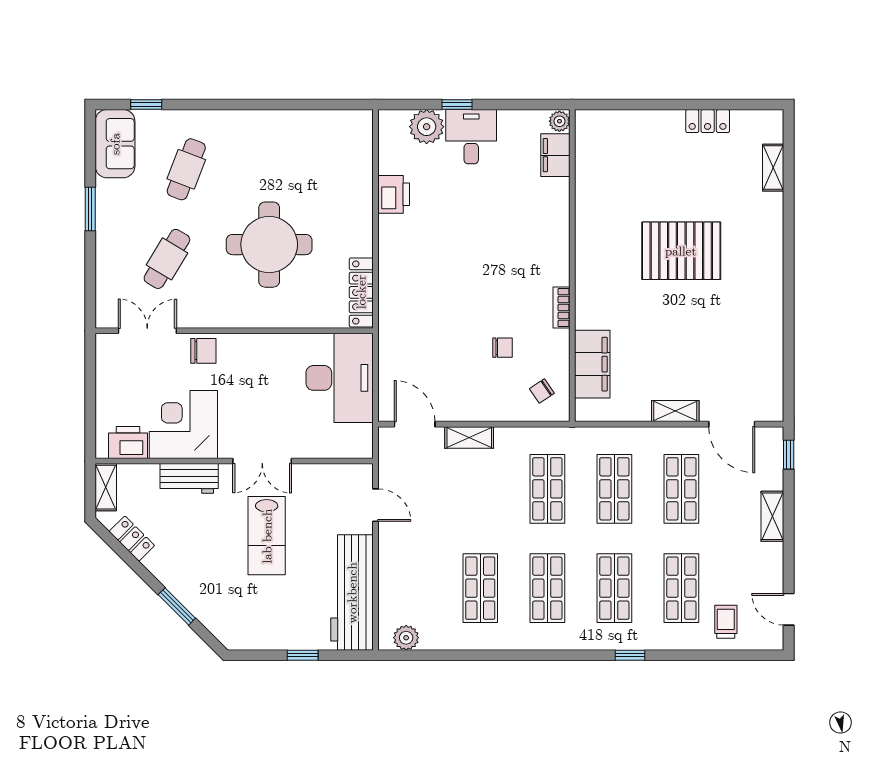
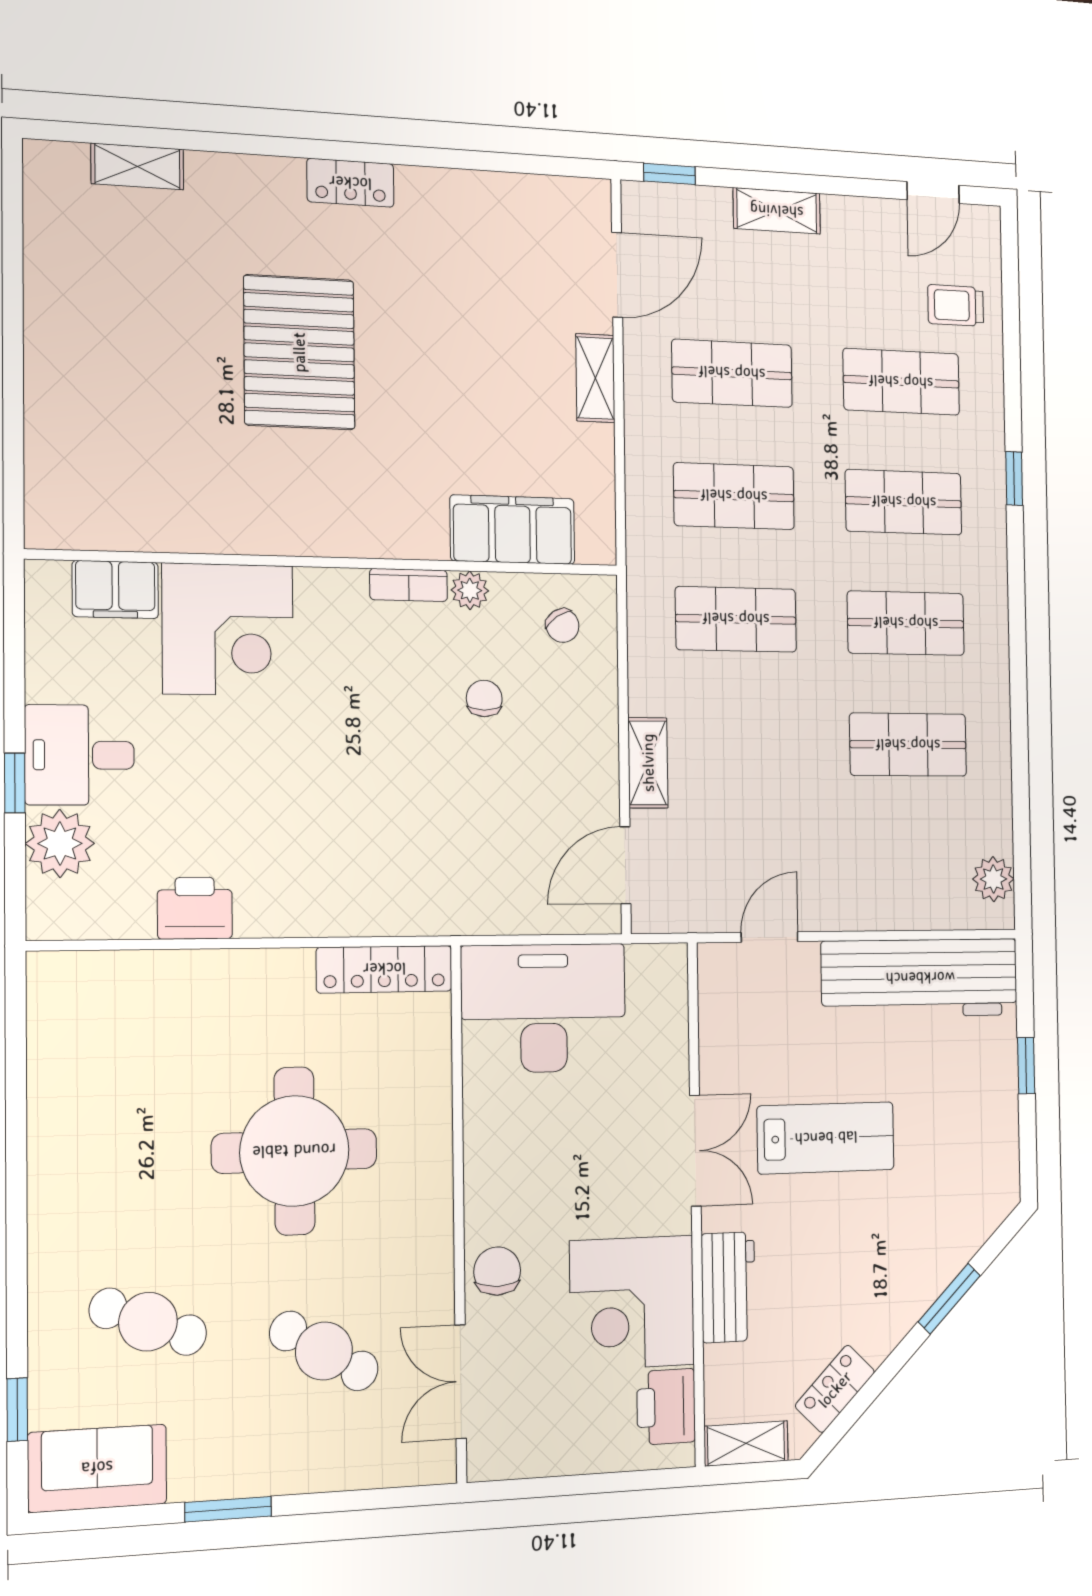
plant: (559, 121) -> (470, 590), moved
locker: (708, 121) -> (350, 183), moved, turned 90
corner desk: (536, 212) -> (228, 630), added

